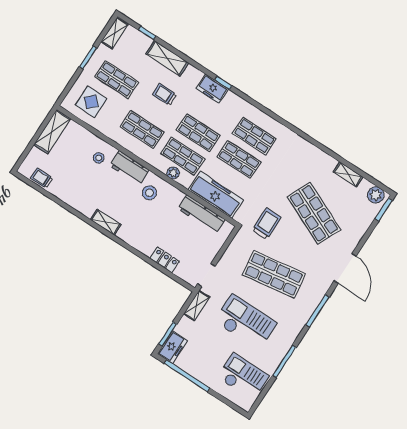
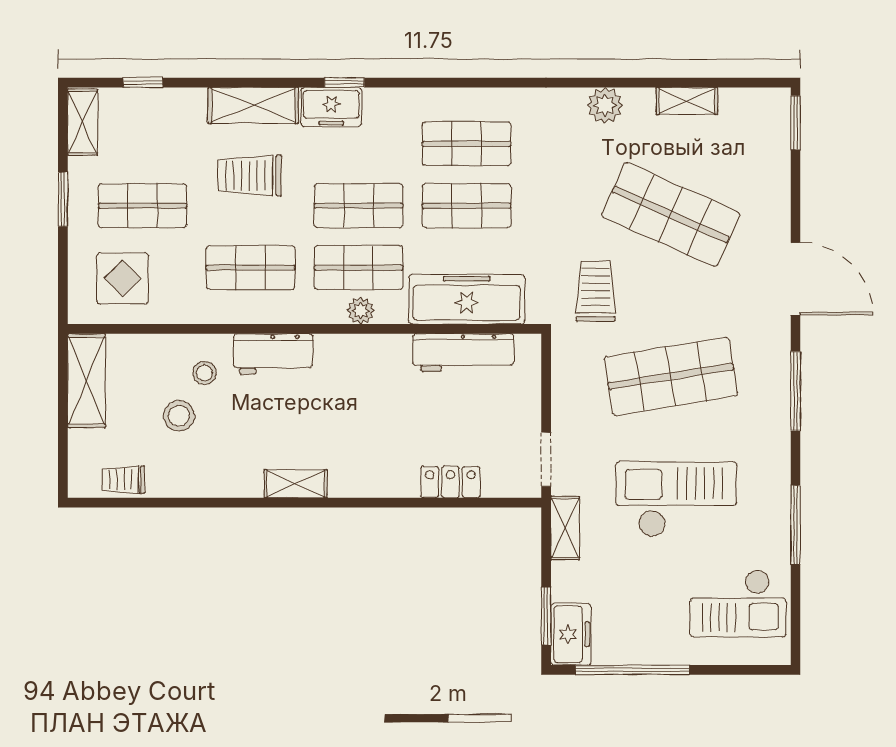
shelving: (167, 58) -> (253, 105), moved
trolley: (165, 94) -> (250, 176), width x1.36, depth x1.39
stool: (149, 193) -> (179, 416), moved
plant: (376, 195) -> (605, 105), moved
checkout: (243, 377) -> (738, 603), turned 180

